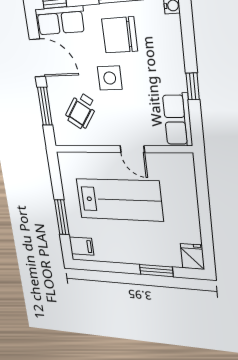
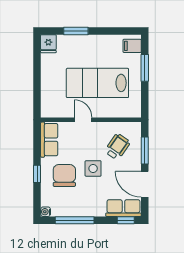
chair: (120, 35) -> (64, 176), moved, turned -90
window: (193, 86) -> (37, 174), moved

